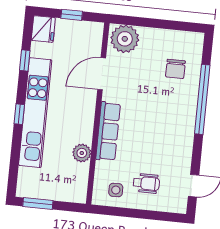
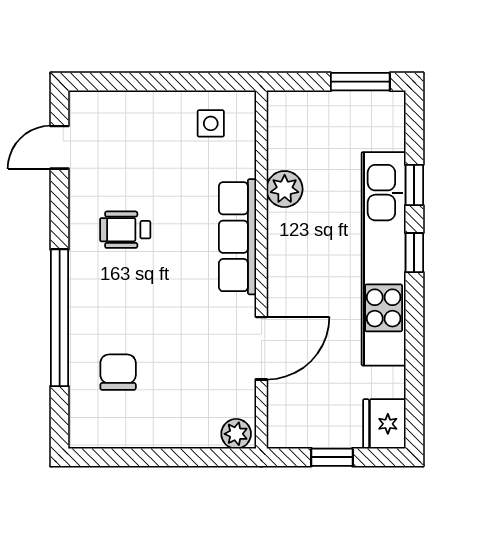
plant: (125, 39) -> (236, 434), width x0.53, depth x0.53
window: (25, 60) -> (414, 185), moved
wheelchair: (146, 183) -> (125, 230), moved

